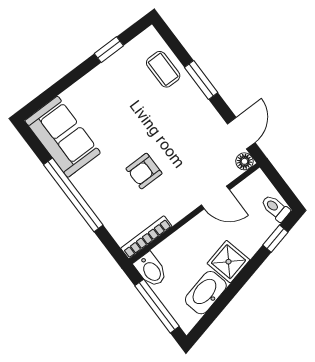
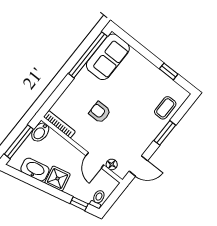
floor lamp: (244, 161) -> (112, 164), moved
window: (73, 195) -> (88, 55), moved

